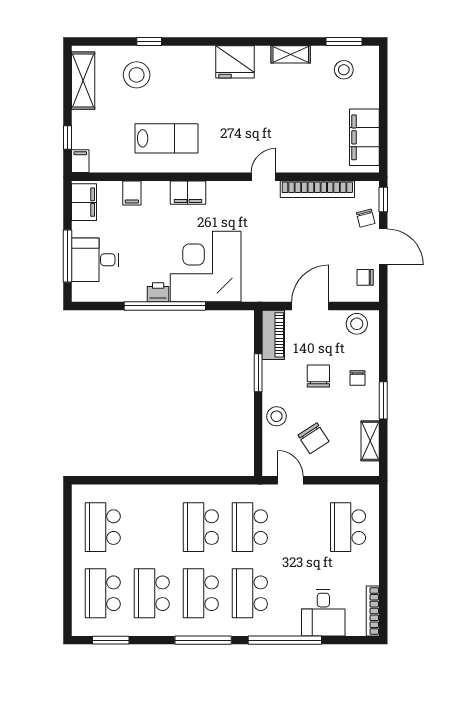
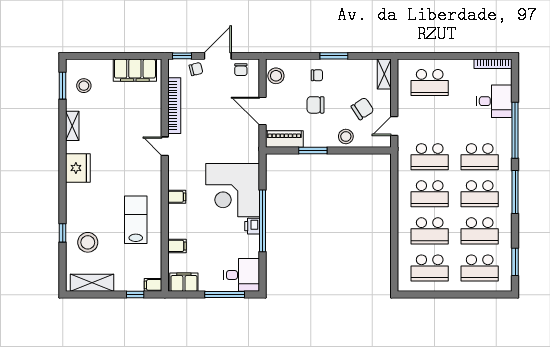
filing cabinet: (188, 193) -> (177, 197), width x0.50
desk: (95, 260) -> (242, 275), moved, turned -90
shelving: (370, 441) -> (384, 74), moved, turned 90
school desk: (152, 527) -> (430, 231), added

